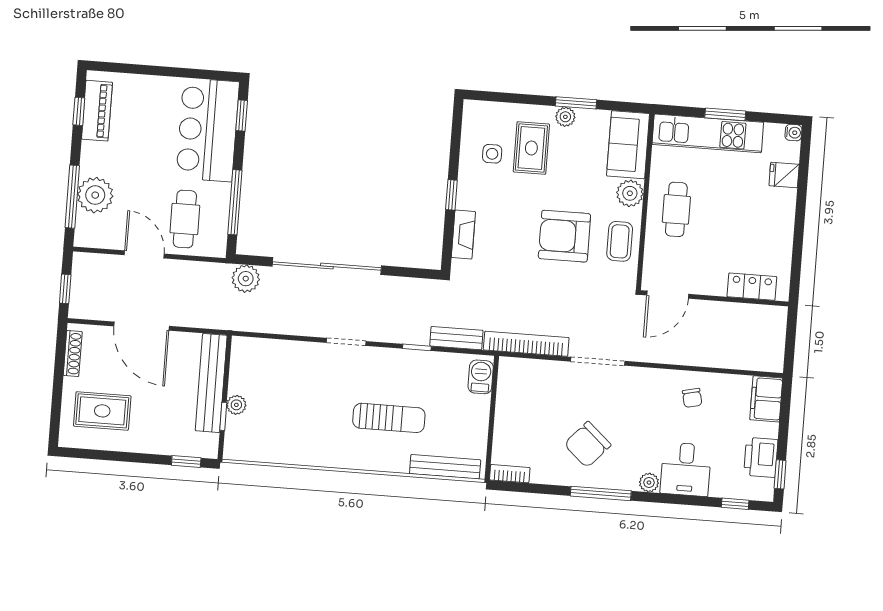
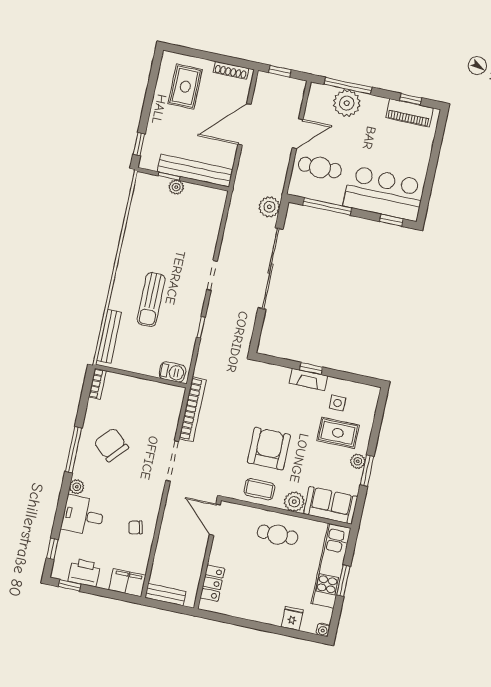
fireplace: (463, 235) -> (308, 379), moved
bench: (456, 338) -> (165, 595), moved, turned 90

